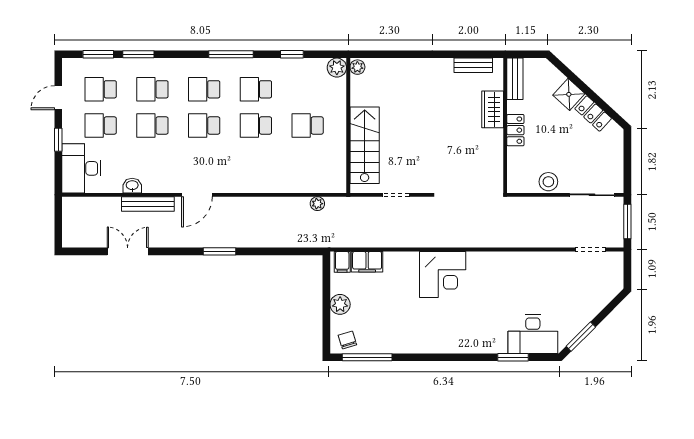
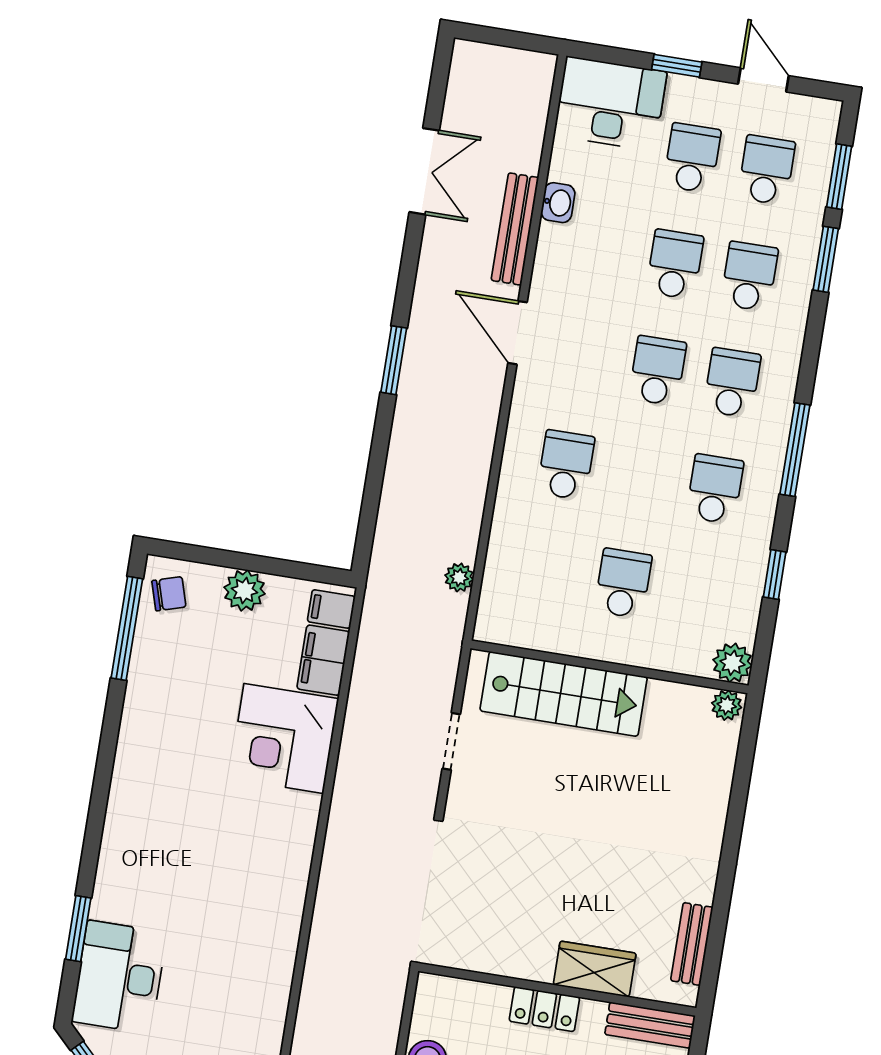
school desk: (256, 126) -> (566, 465), moved
corner desk: (443, 274) -> (284, 738), moved

